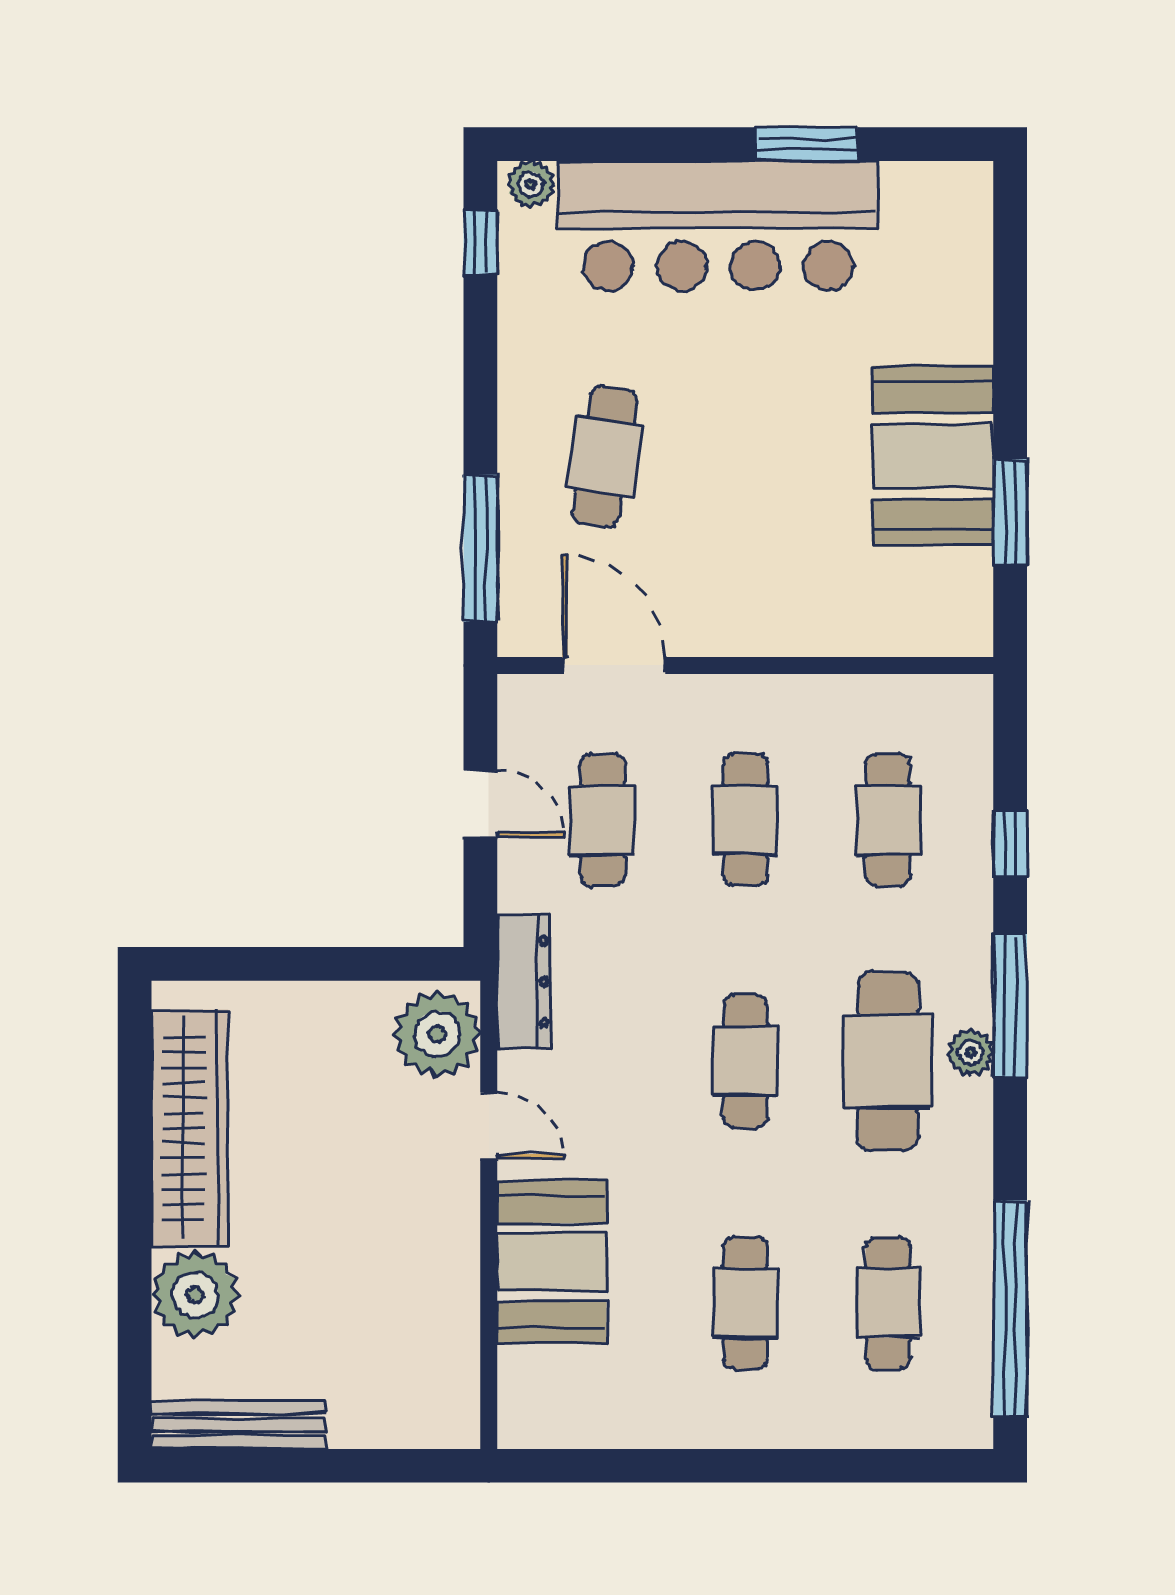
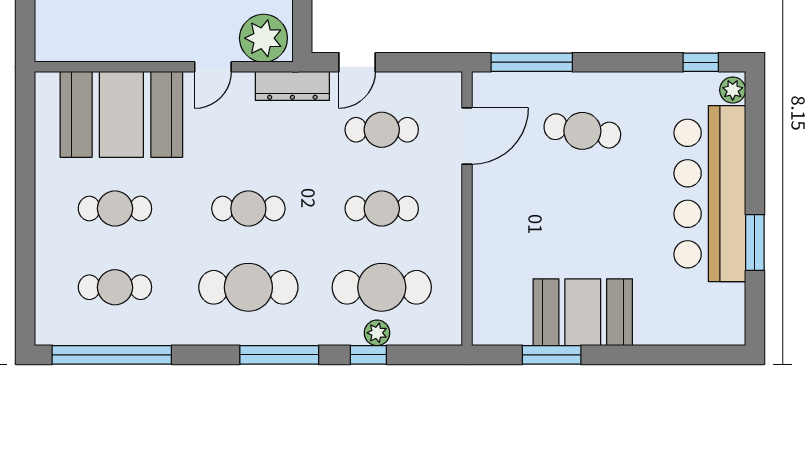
door: (480, 804) -> (357, 62), moved
cafe table: (888, 820) -> (382, 287), width x1.37, depth x1.35
plant: (970, 1052) -> (377, 333), moved
booth: (552, 1262) -> (121, 114), width x1.36, depth x1.42

